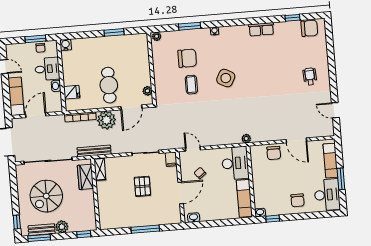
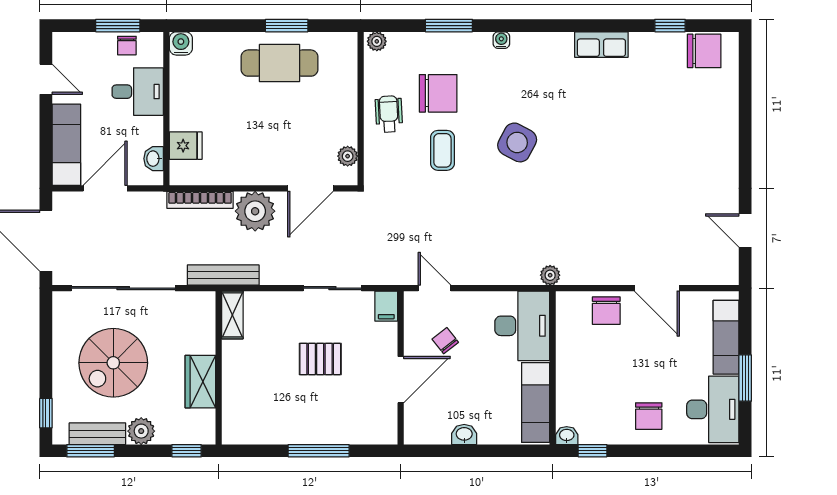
wheelchair: (310, 76) -> (389, 114), moved
cafe table: (109, 85) -> (279, 63), moved, turned 90
washbasin: (56, 86) -> (154, 159), moved
wardrobe: (86, 177) -> (200, 382), moved
pallet: (142, 186) -> (320, 359), turned 90
washbasin: (194, 218) -> (464, 434), moved

